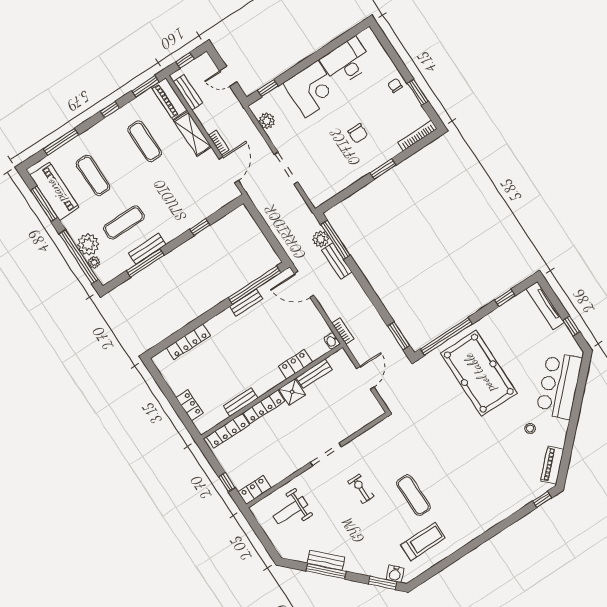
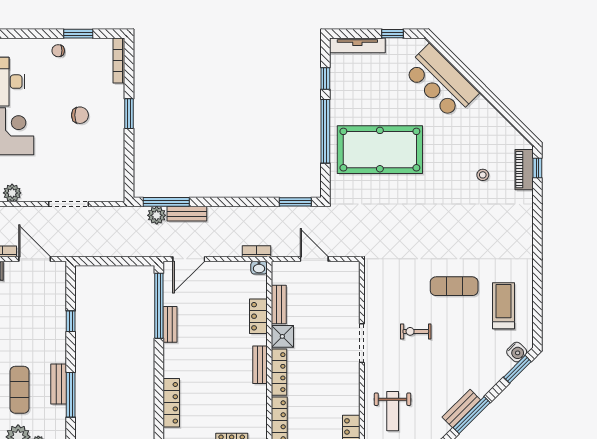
window: (446, 336) -> (325, 131), moved
bench: (240, 402) -> (260, 365), moved
stool: (530, 428) -> (483, 175), moved
piano: (552, 465) -> (524, 170), moved, turned 45

